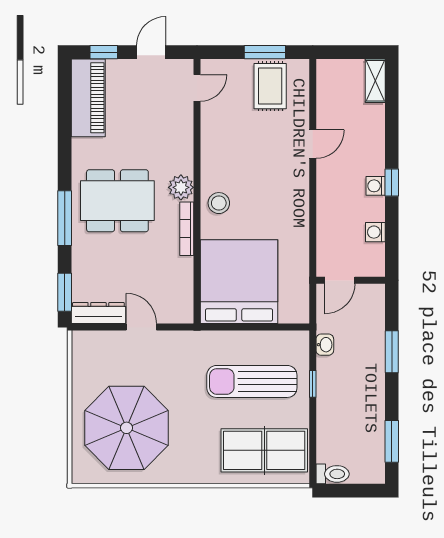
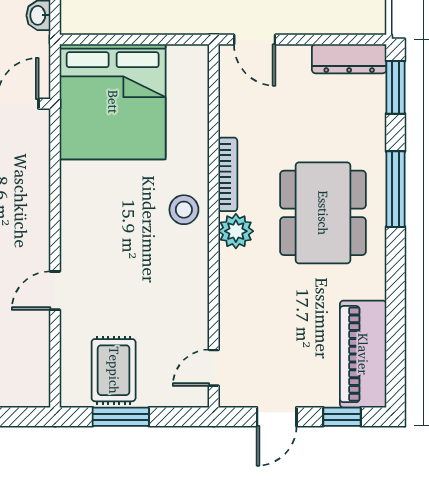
dining table: (117, 201) -> (323, 213), turned 90
bed: (239, 282) -> (113, 102), moved
door: (141, 327) -> (255, 40), moved

